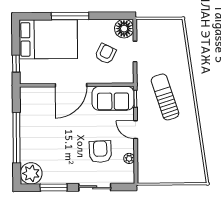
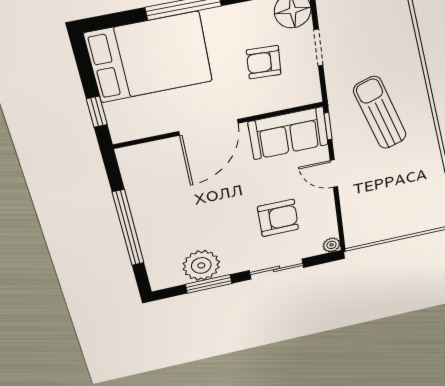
armchair: (105, 54) -> (264, 62), turned -113
armchair: (100, 152) -> (278, 218), turned 92
plant: (129, 158) -> (332, 245), moved
plant: (31, 173) -> (201, 265), moved

